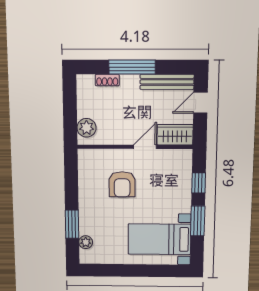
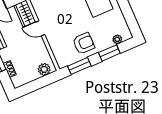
window: (71, 178) -> (79, 66), added
armchair: (122, 184) -> (84, 43), moved

